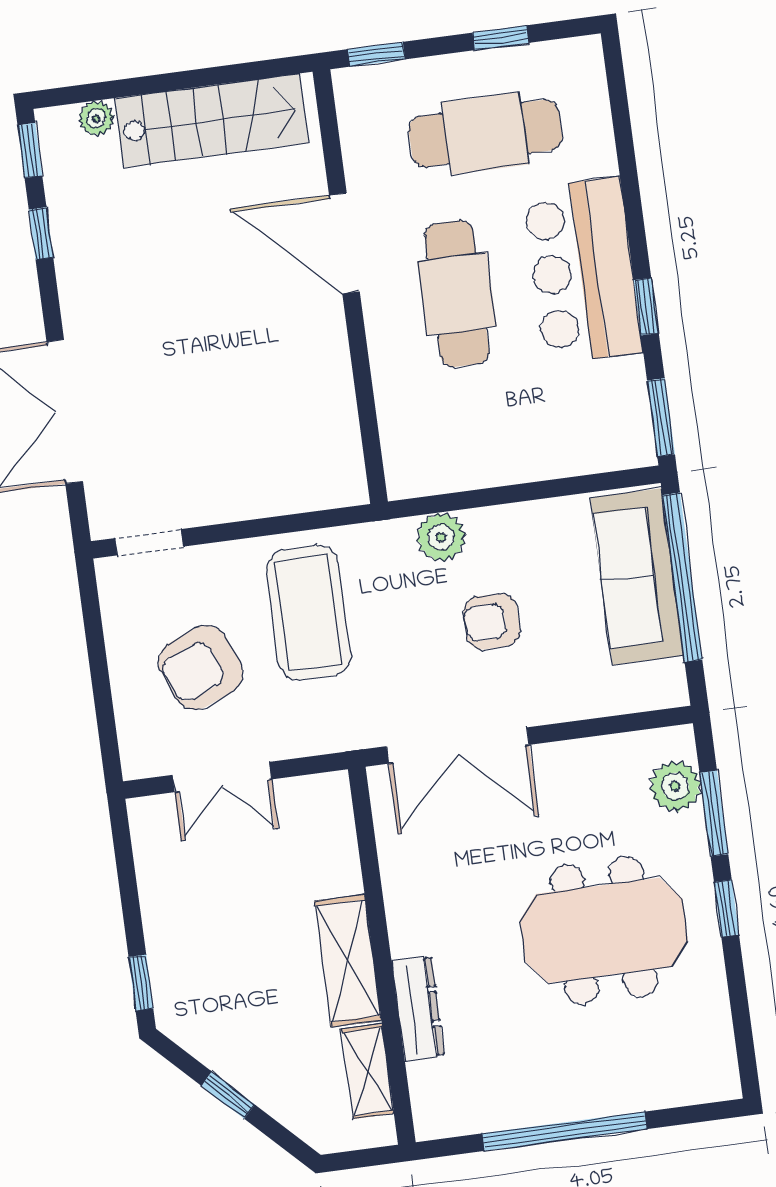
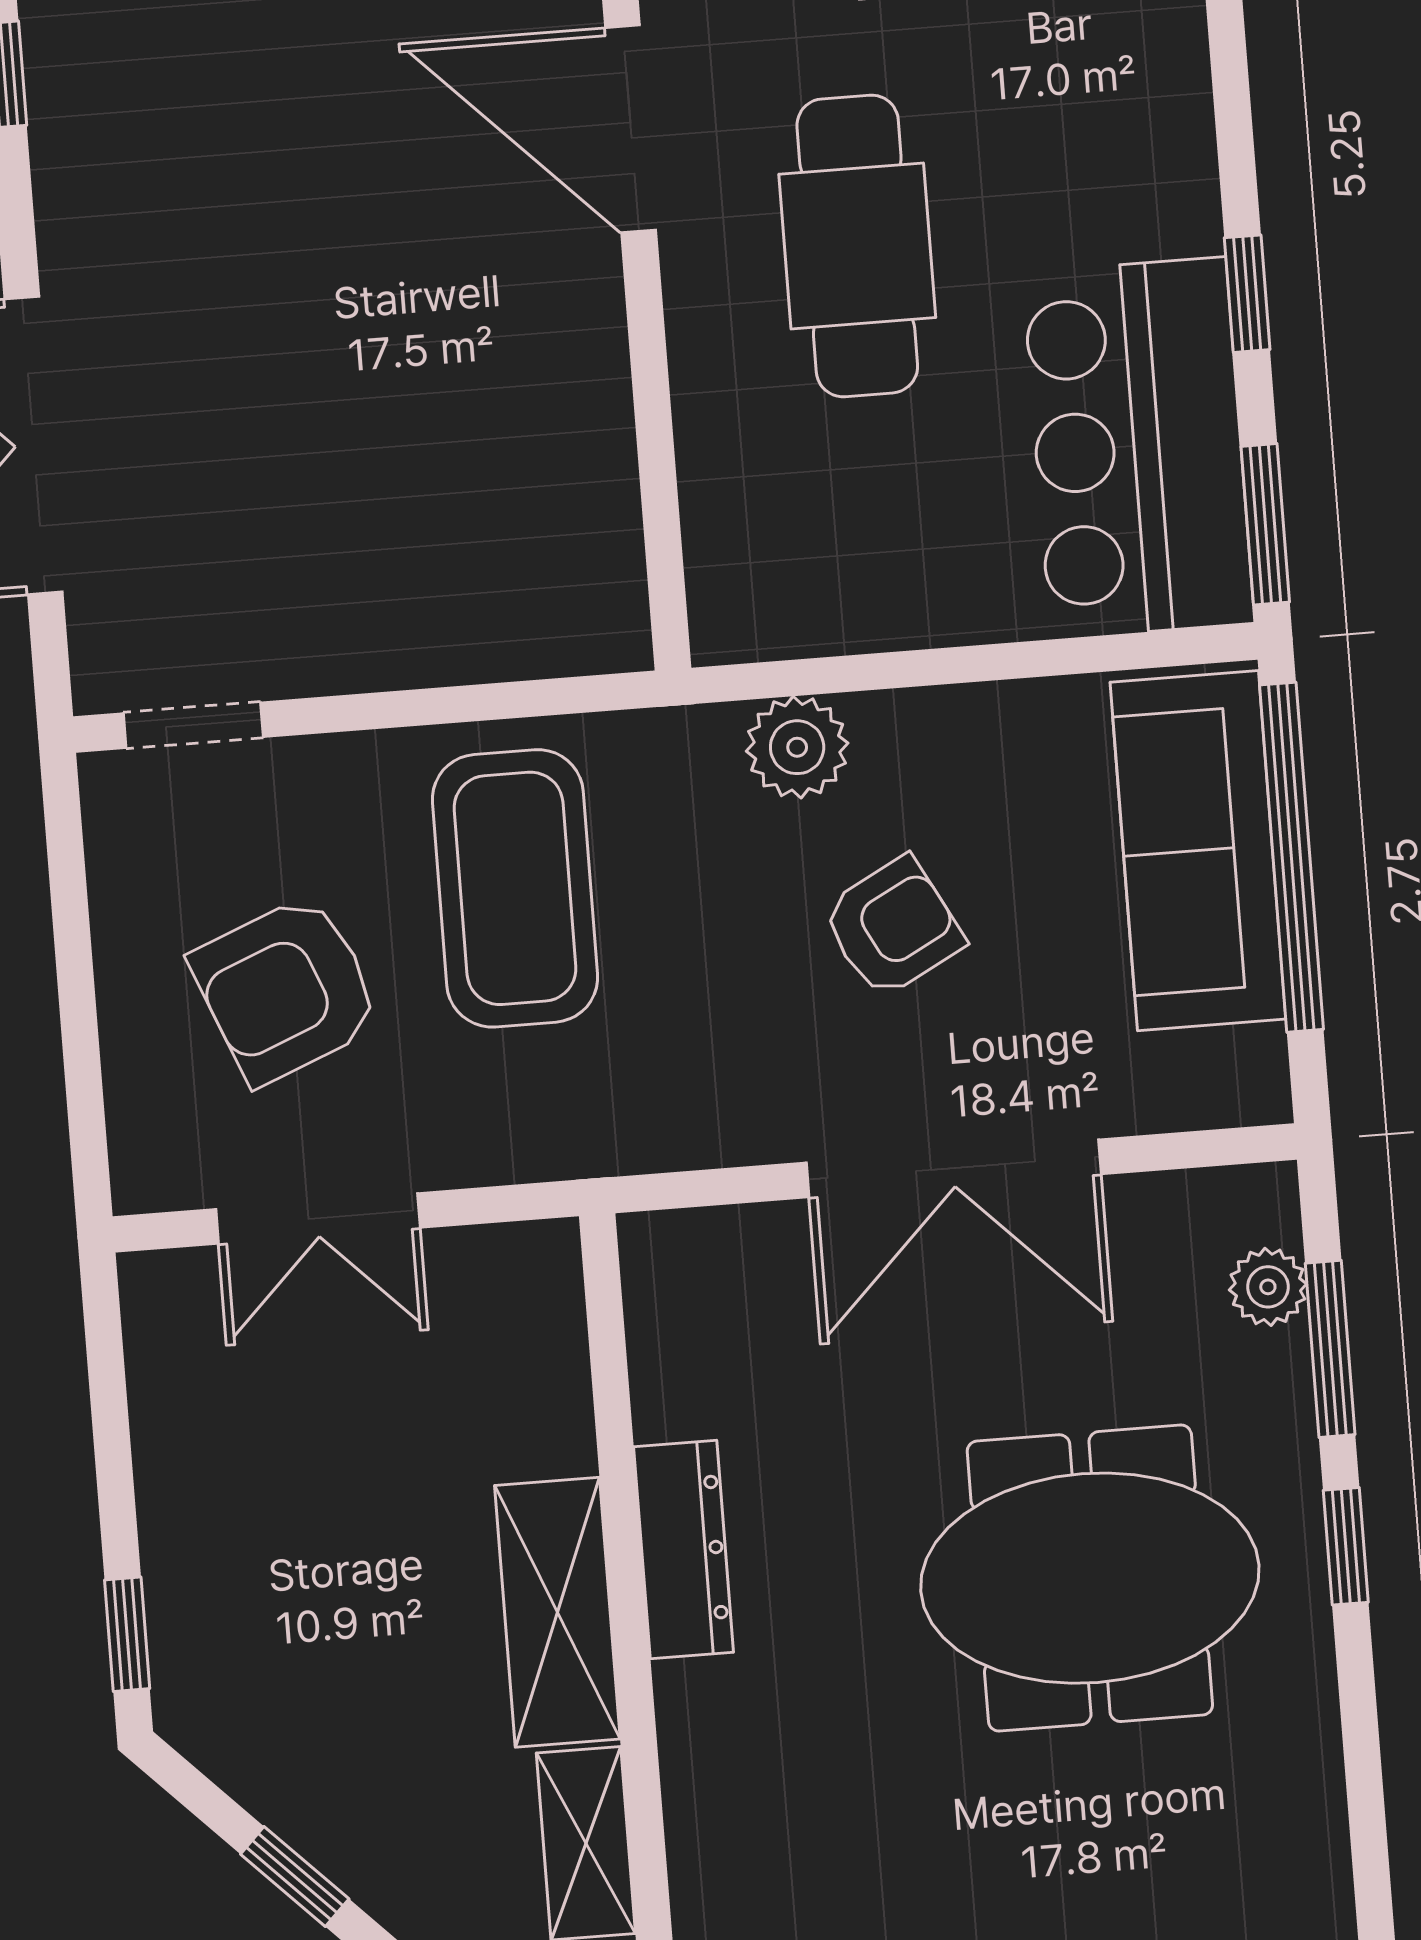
bar counter: (583, 271) -> (1138, 448), moved
armchair: (492, 622) -> (893, 927), turned 152
double door: (458, 746) -> (954, 1168), moved
plant: (675, 786) -> (1268, 1287), width x0.73, depth x0.73
dresser: (418, 1008) -> (684, 1550), moved

